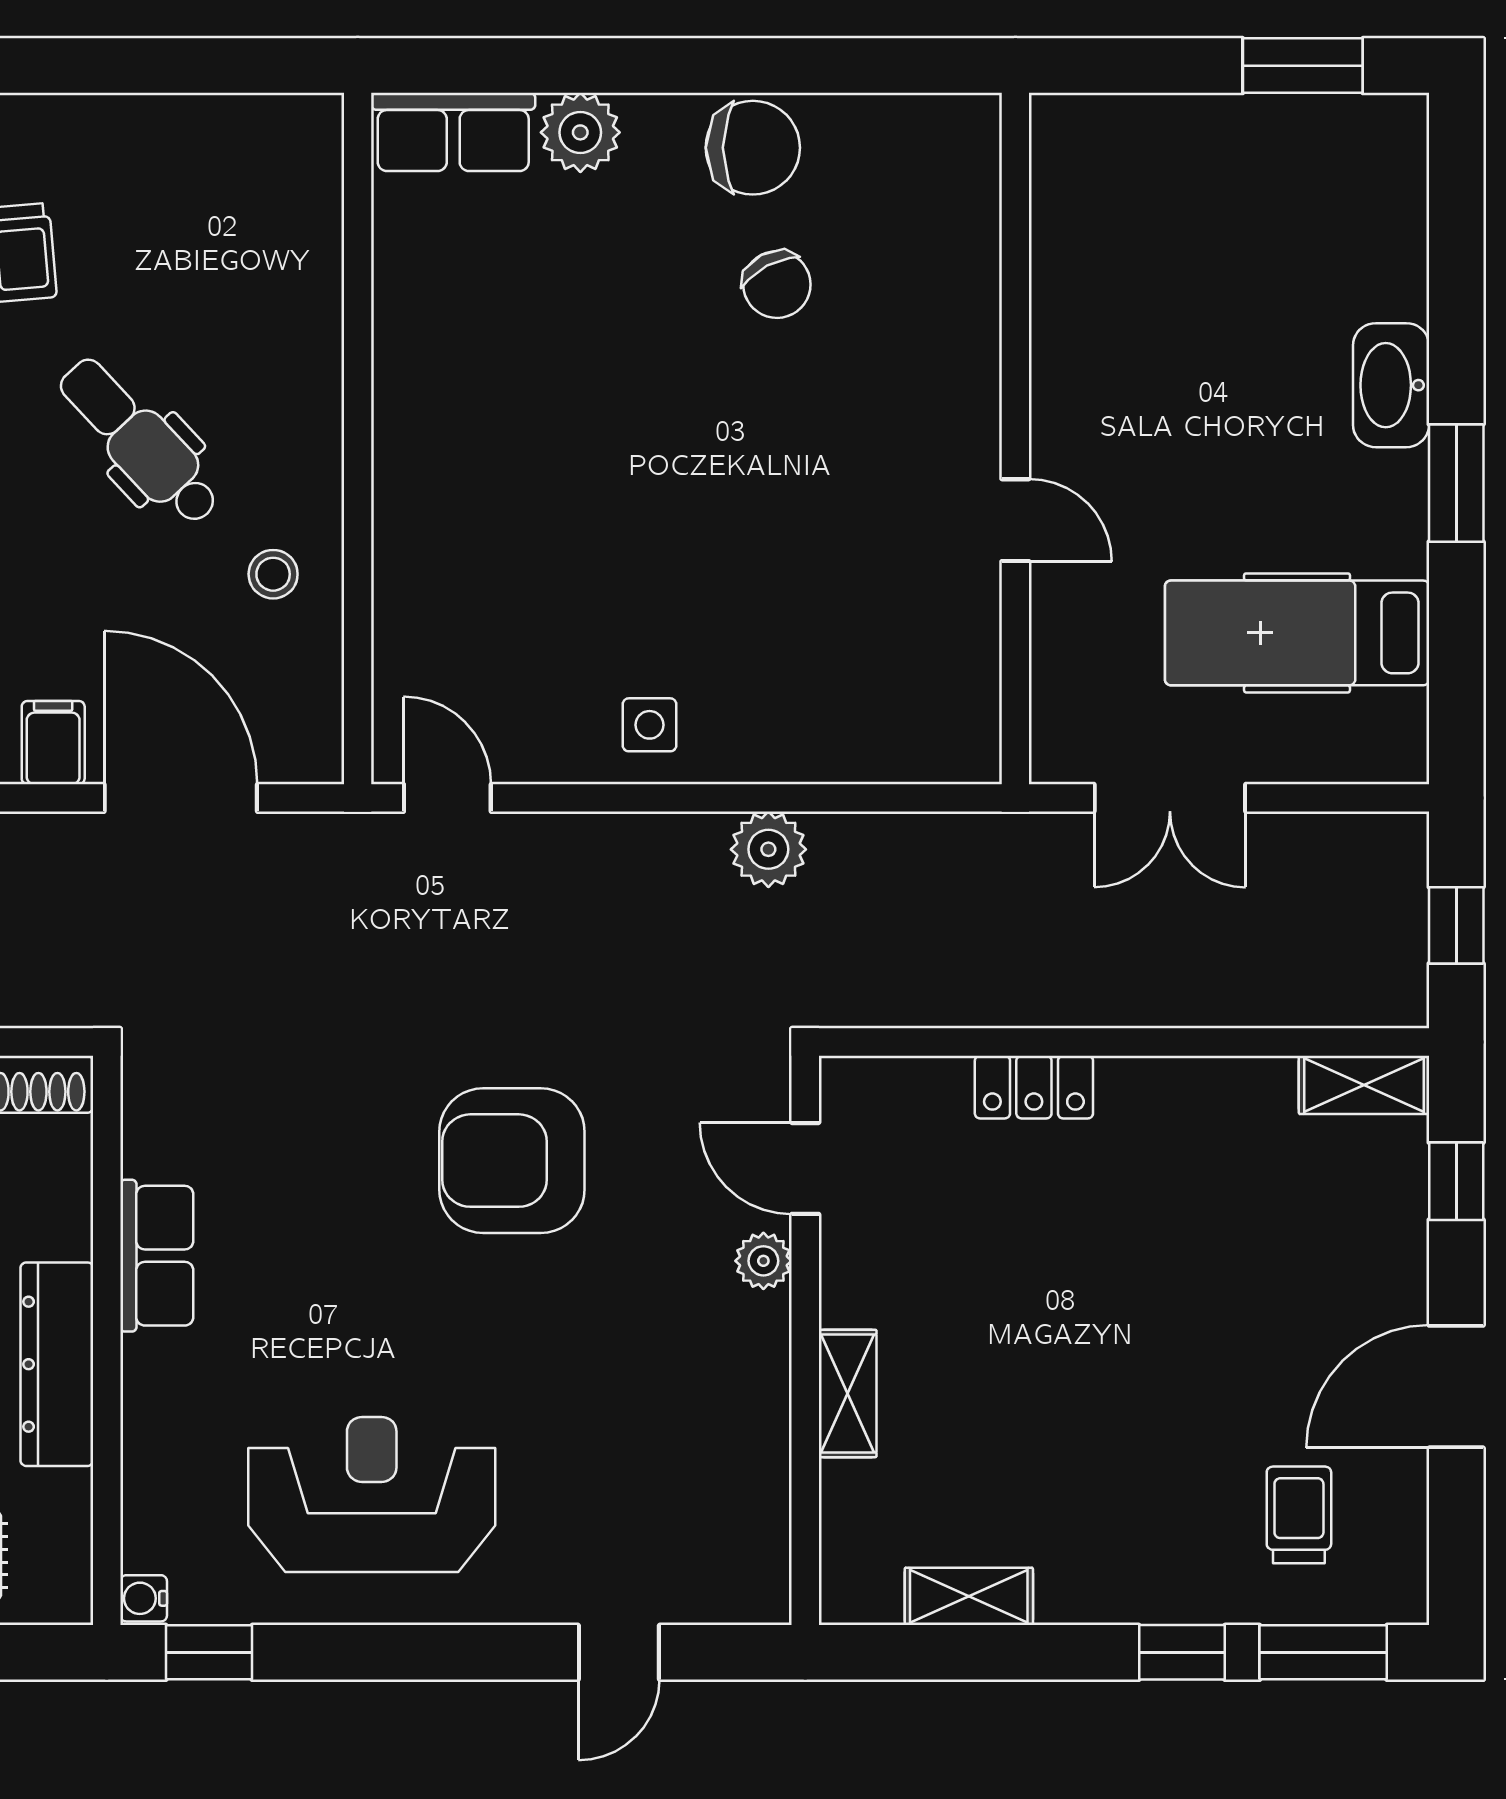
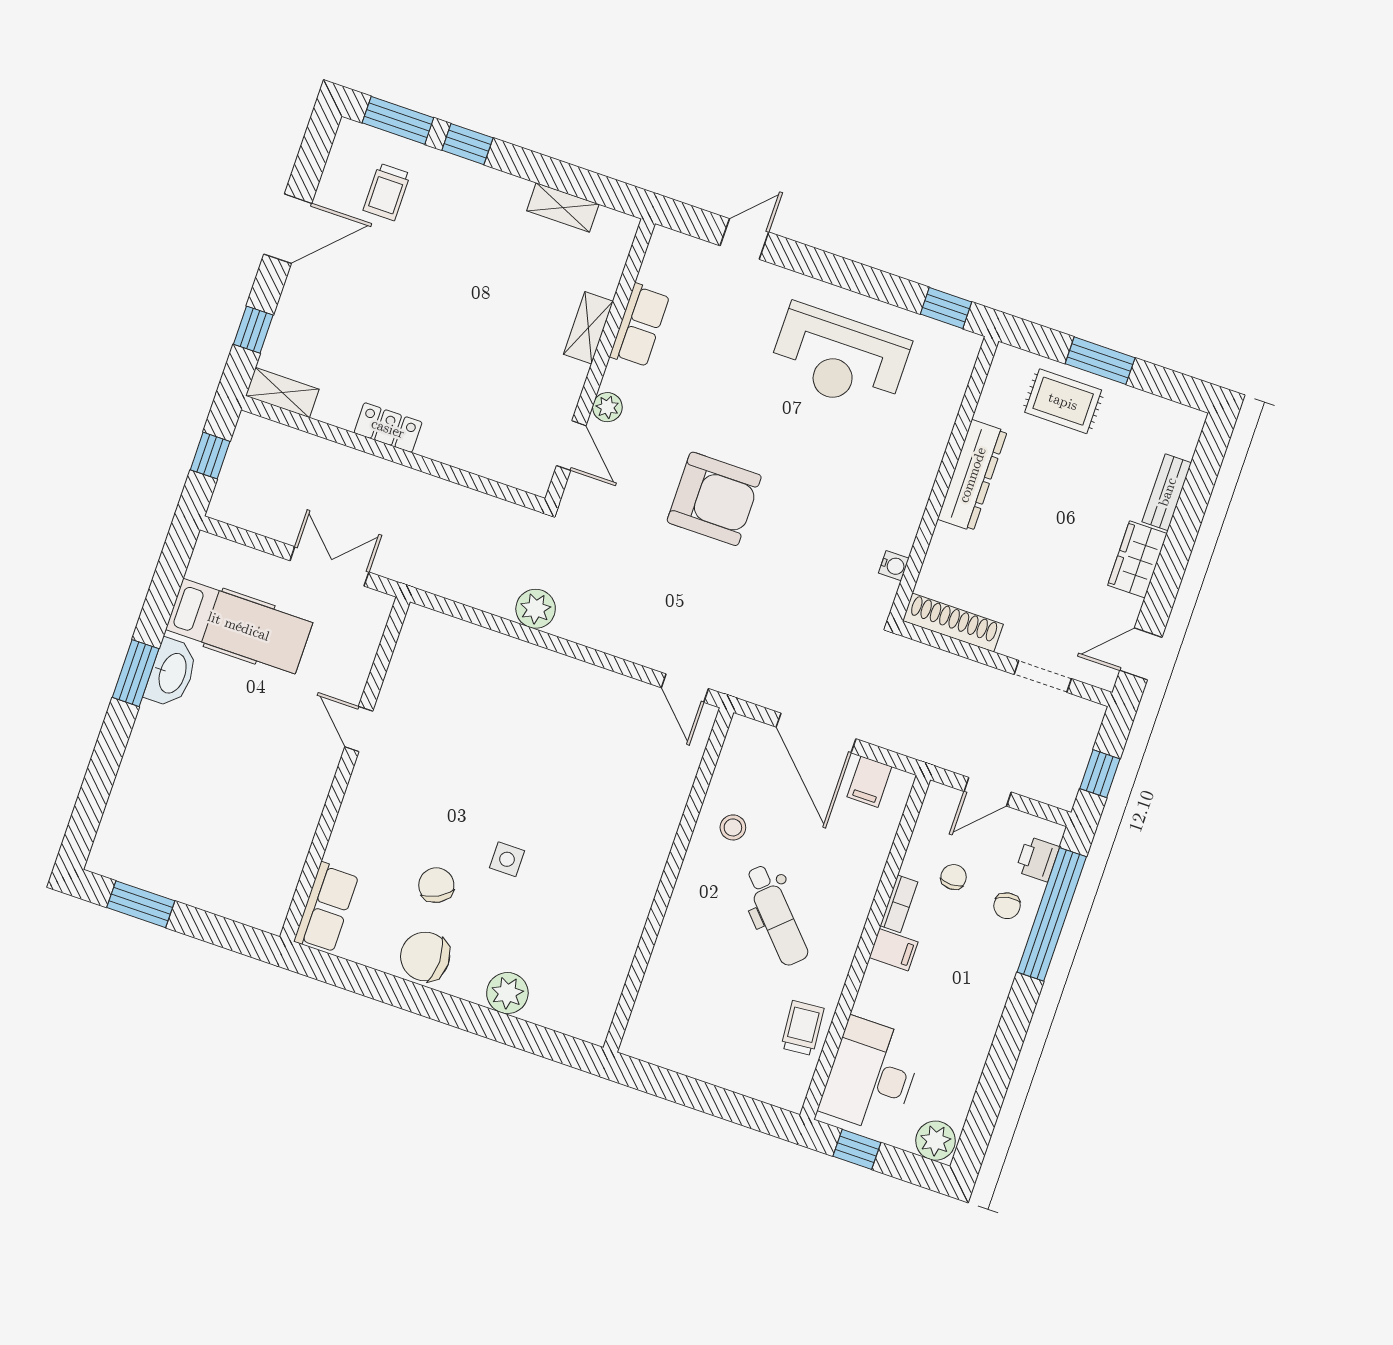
row of seats: (453, 132) -> (326, 908), moved, turned 90
washbasin: (1391, 385) -> (171, 673), moved
side table: (649, 725) -> (507, 859), moved
locker: (1034, 1087) -> (388, 428), moved
row of seats: (157, 1256) -> (640, 326), moved, turned 180
water cooler: (144, 1598) -> (894, 566), moved

